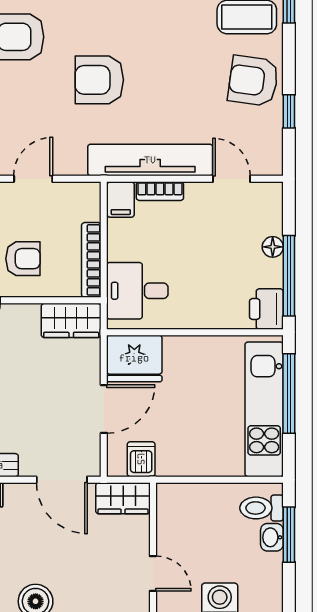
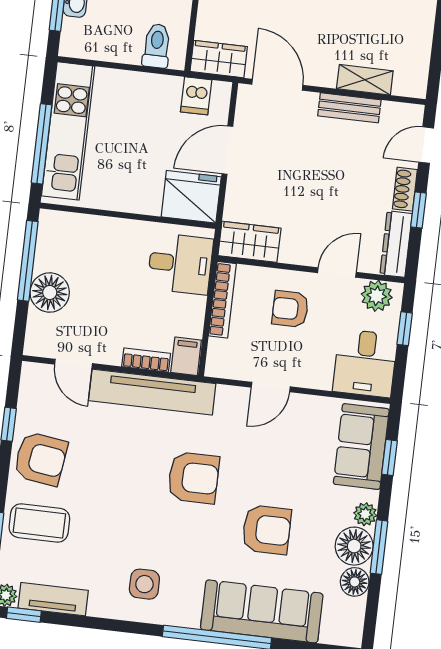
floor lamp: (273, 247) -> (50, 293), width x1.89, depth x1.89
printer: (266, 309) -> (54, 230), removed
toilet: (262, 508) -> (157, 46), moved, turned -90

